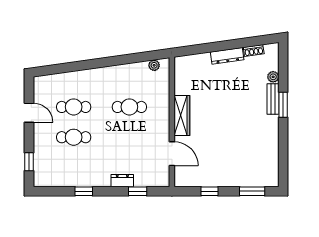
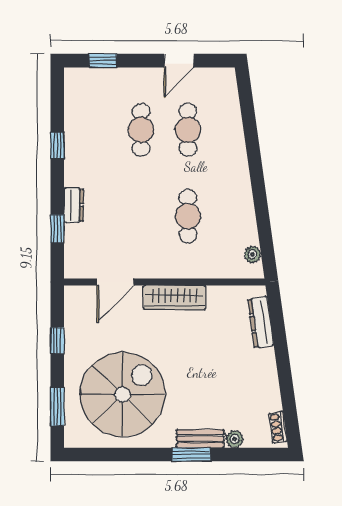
shoe rack: (254, 51) -> (278, 427), moved
dresser: (227, 56) -> (261, 322), moved
spiral stairs: (244, 149) -> (122, 394), added

